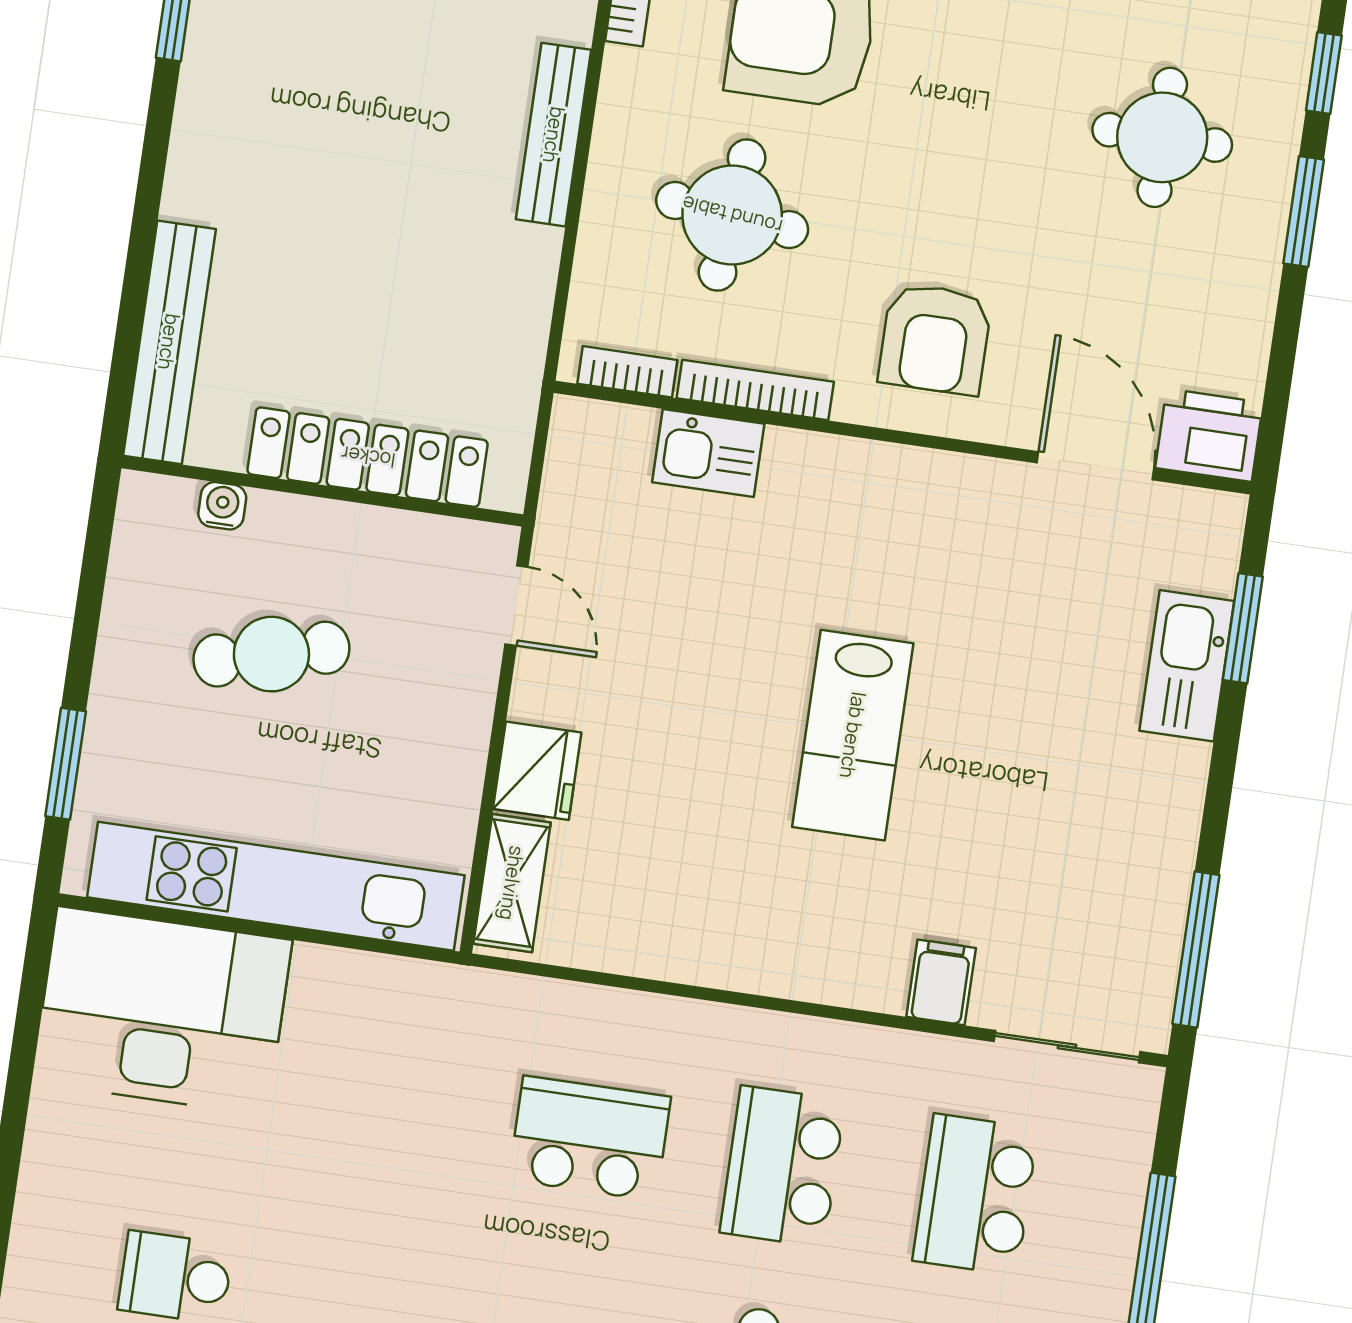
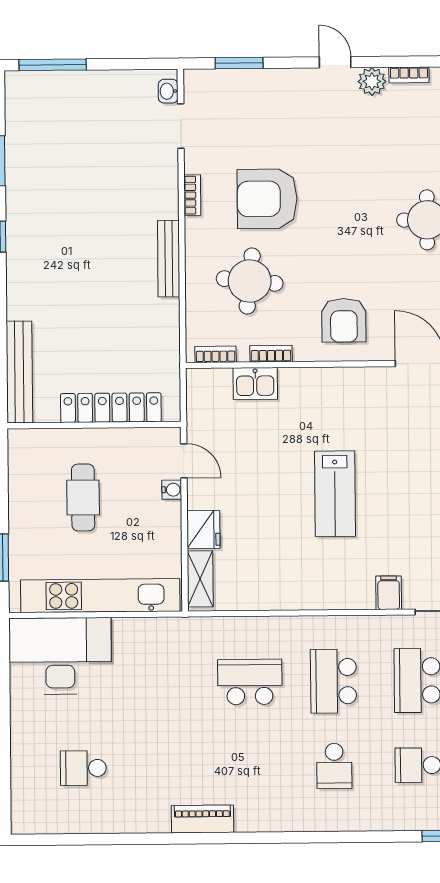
bookcase: (755, 390) -> (271, 354), width x0.64
water cooler: (222, 506) -> (172, 490), moved, turned 90
cafe table: (271, 654) -> (83, 497), turned -75

